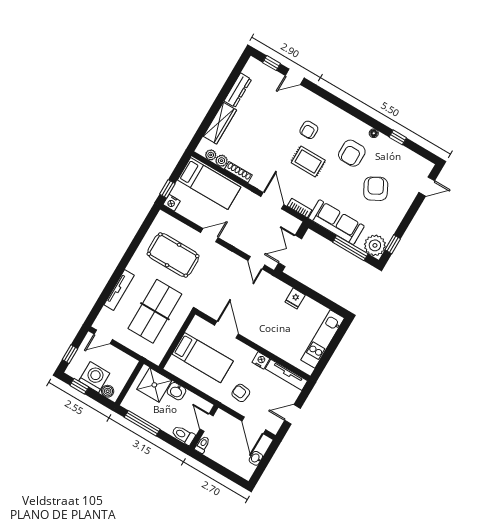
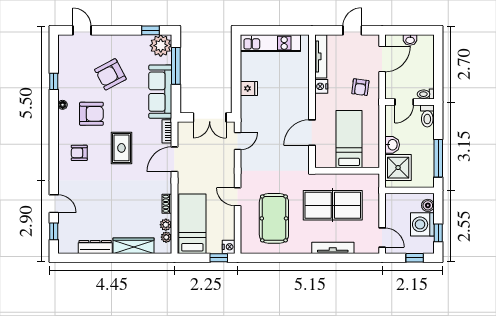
armchair: (309, 130) -> (79, 153), moved, turned 180
shoe rack: (238, 172) -> (167, 204), width x0.70
door: (293, 414) -> (352, 30), swing flipped

